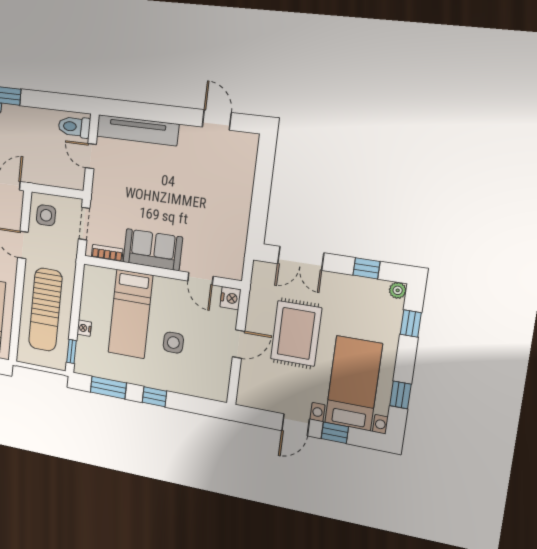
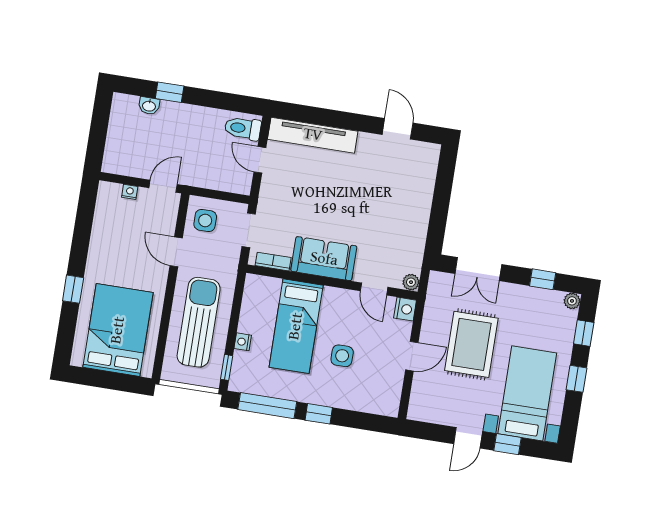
plant: (235, 272) -> (411, 282), added
sun lounger: (45, 310) -> (199, 322), turned 180
window: (108, 388) -> (267, 406), width x1.44
window: (400, 395) -> (576, 379), moved

